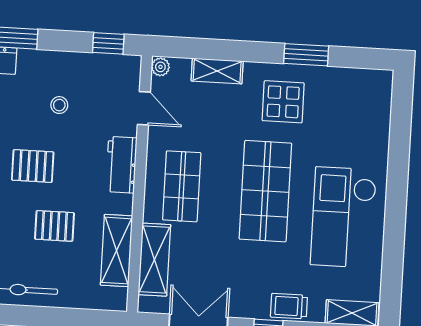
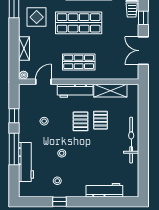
window: (108, 43) -> (14, 116), moved
workbench: (121, 165) -> (75, 91), width x1.37
pallet: (33, 166) -> (81, 121), moved
shelving: (154, 260) -> (114, 73), removed

